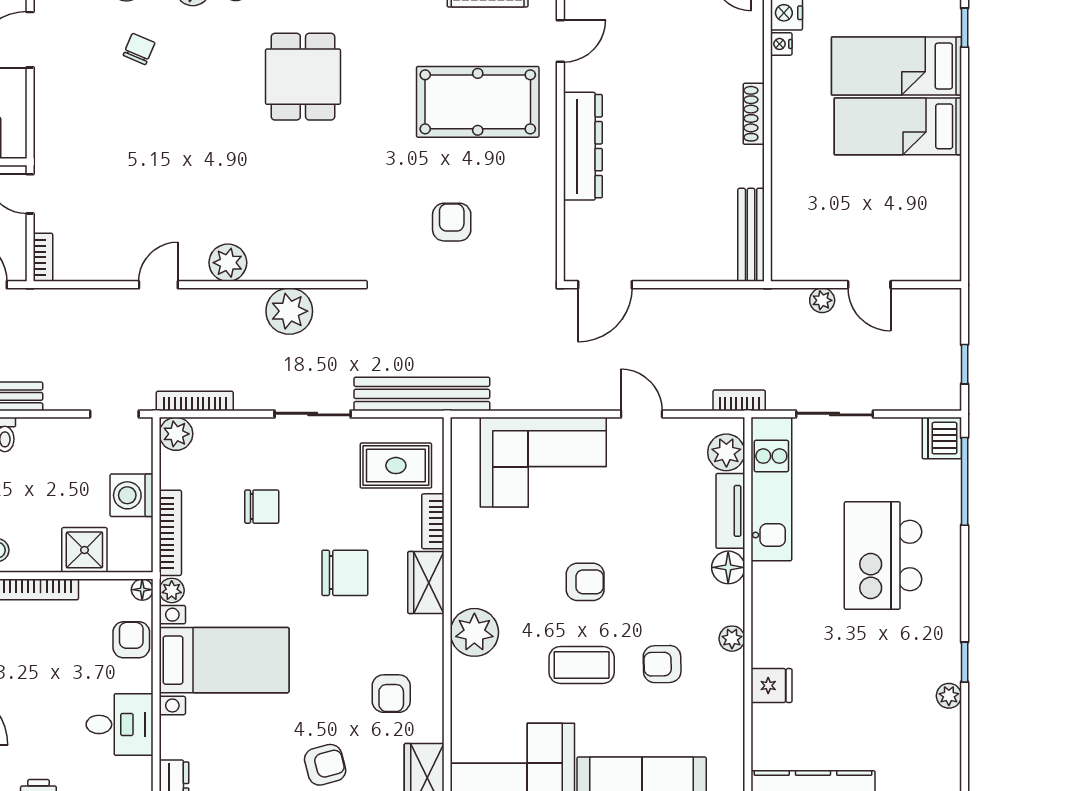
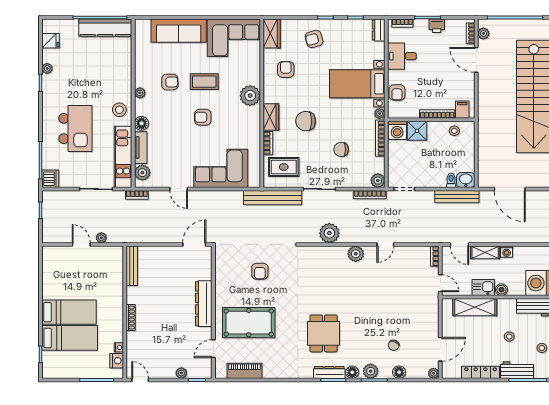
washing machine: (132, 495) -> (397, 130), moved, turned 90
floor lamp: (142, 590) -> (392, 114), removed
stool: (780, 599) -> (119, 110), added
fridge: (771, 686) -> (51, 41), moved, turned 180

